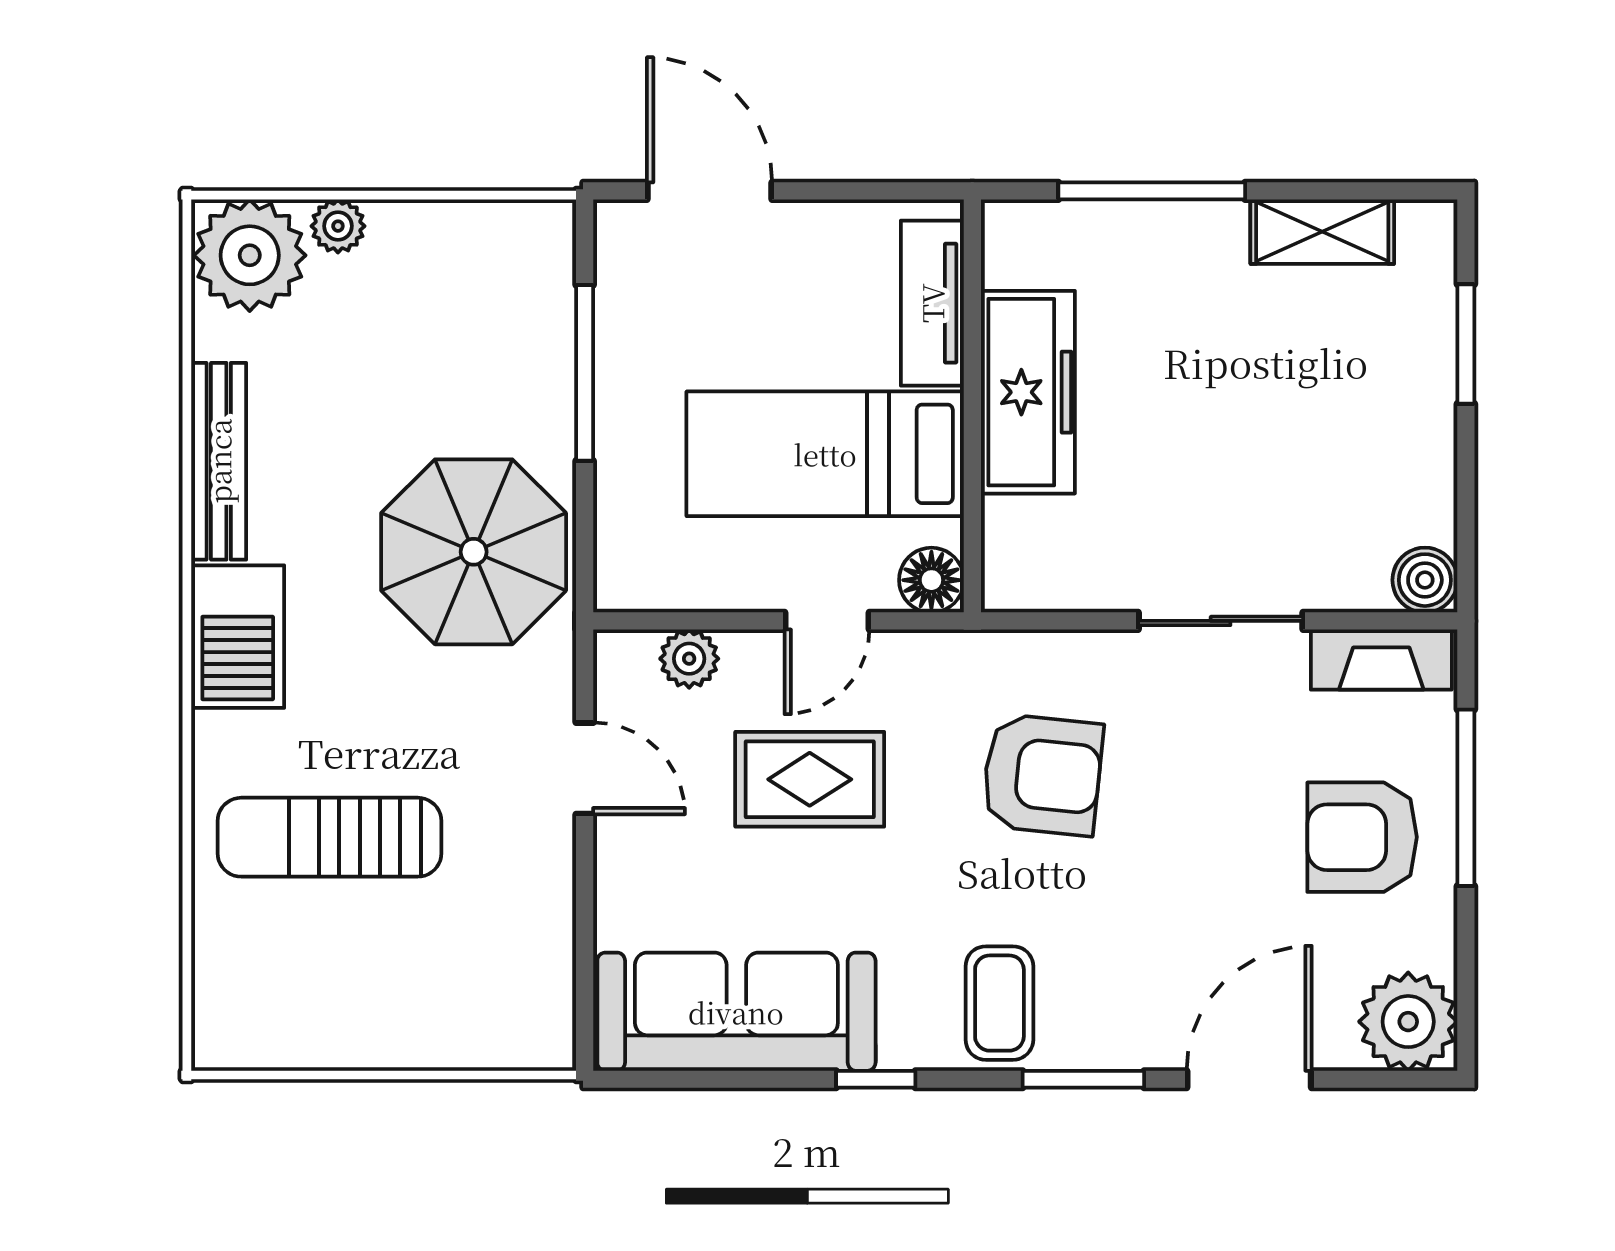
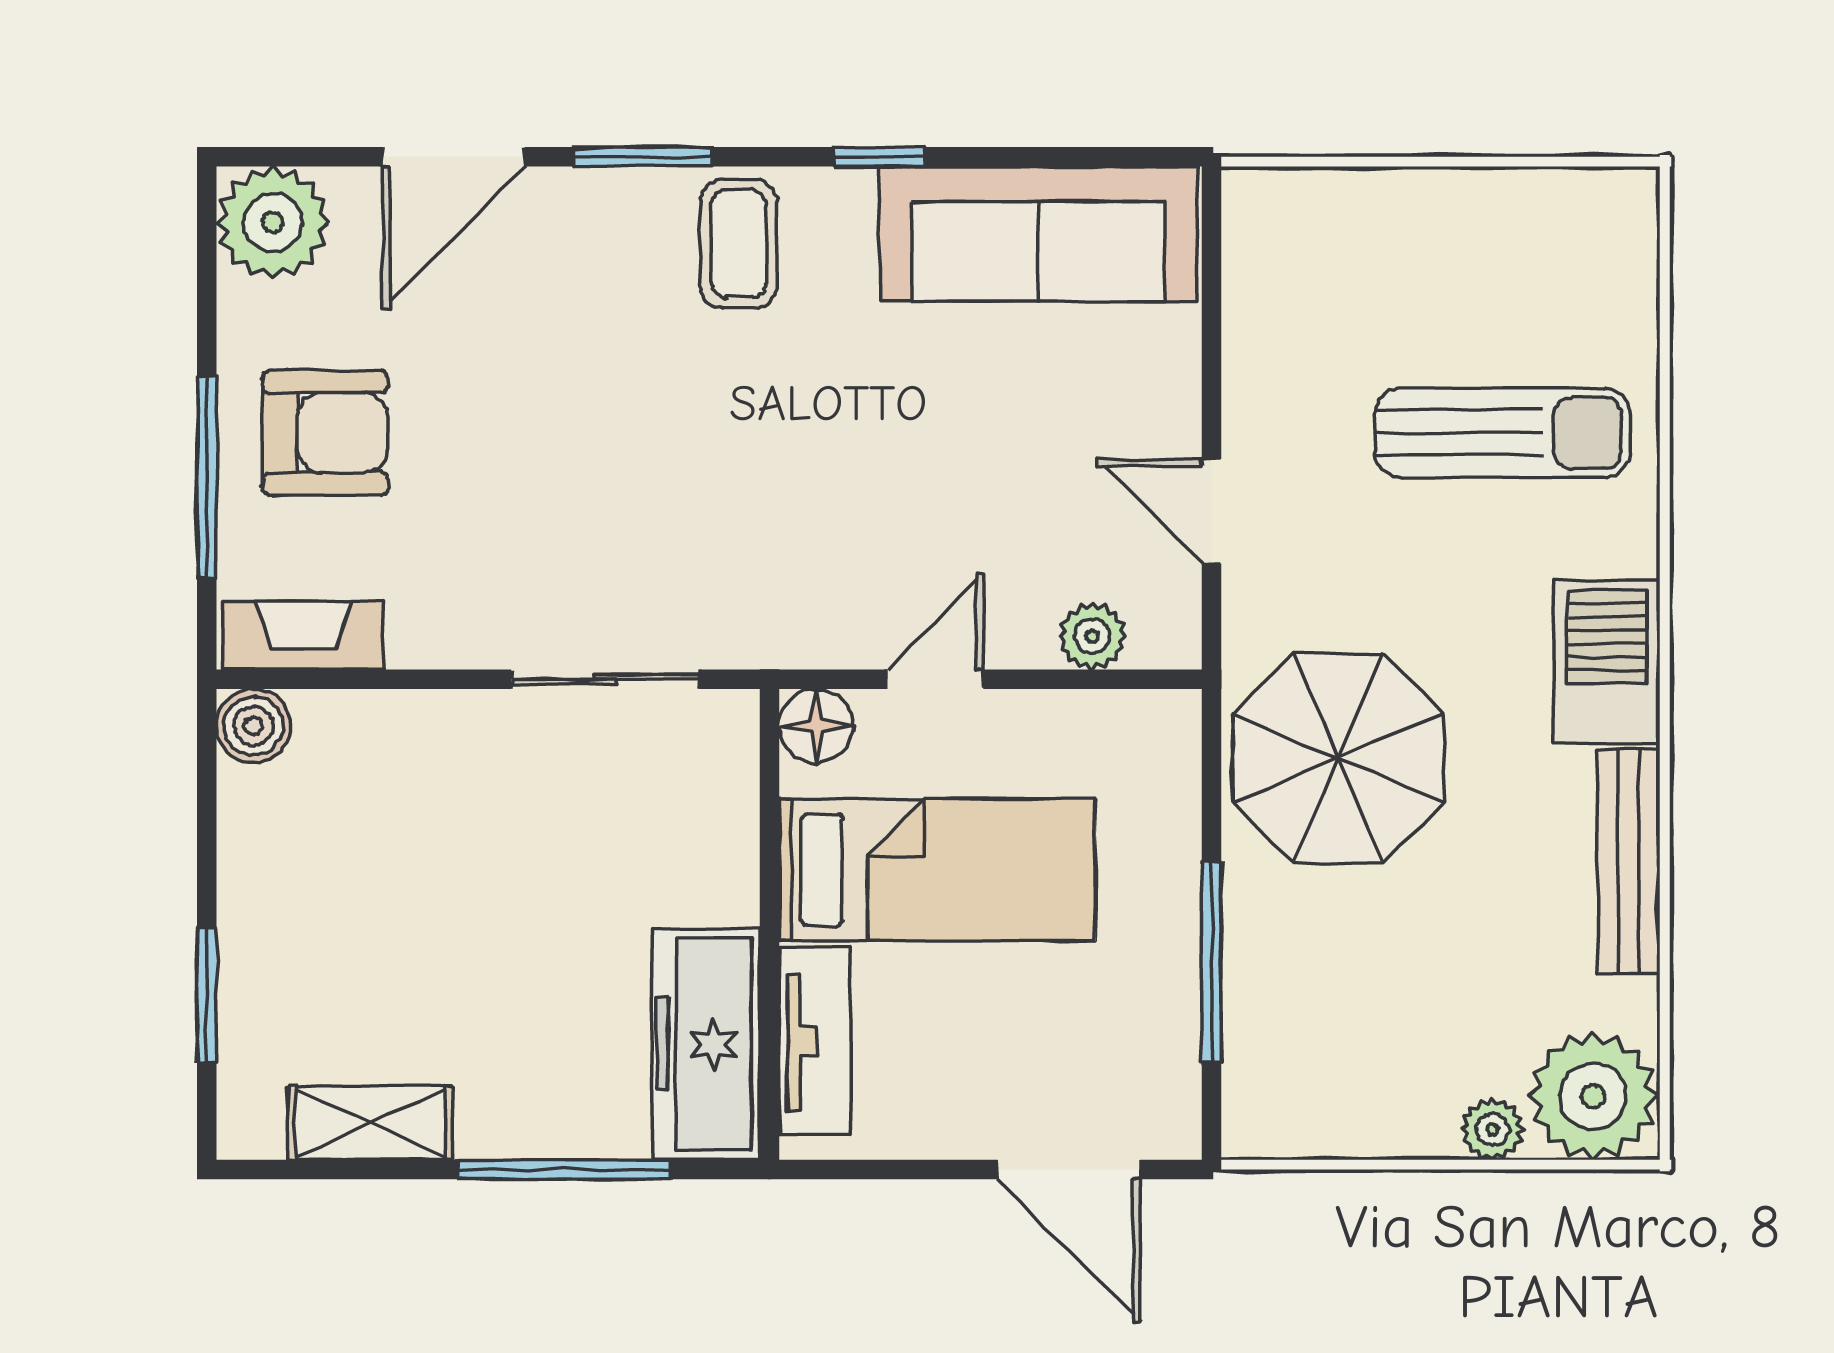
freezer: (1028, 392) -> (706, 1044), moved
sliding door: (1221, 621) -> (605, 679), moved
armchair: (1042, 775) -> (690, 504), removed
rug: (810, 779) -> (955, 499), removed

